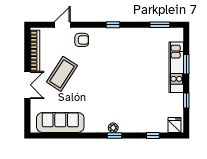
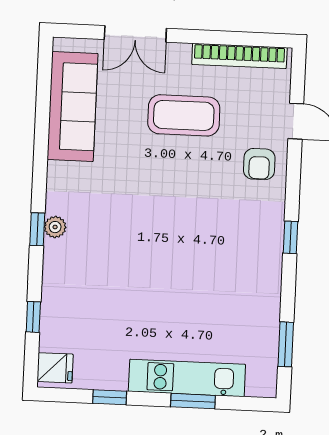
coffee table: (62, 74) -> (184, 115), turned -33
double door: (27, 85) -> (135, 34), moved

